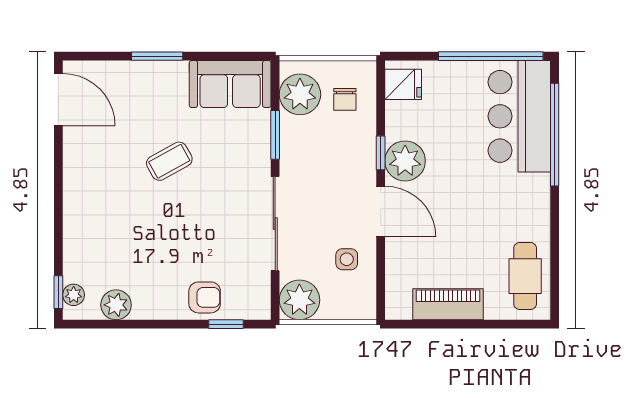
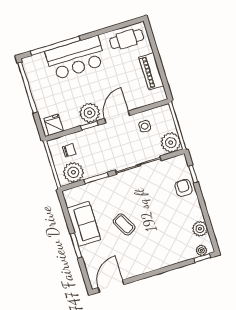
sofa: (230, 84) -> (84, 224), moved
bar counter: (519, 116) -> (76, 58), moved

